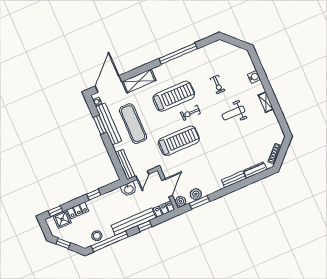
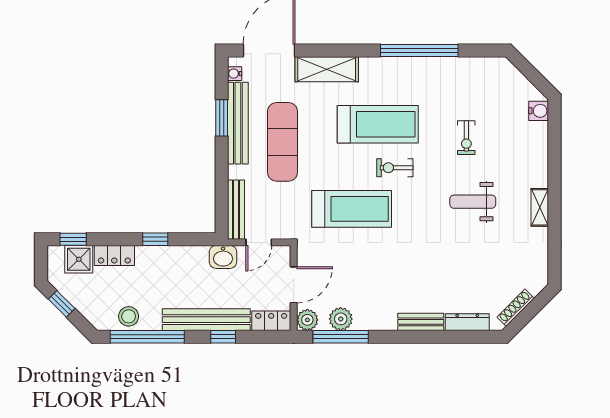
water cooler: (254, 77) -> (539, 111), moved
window: (199, 202) -> (341, 337), width x1.44

